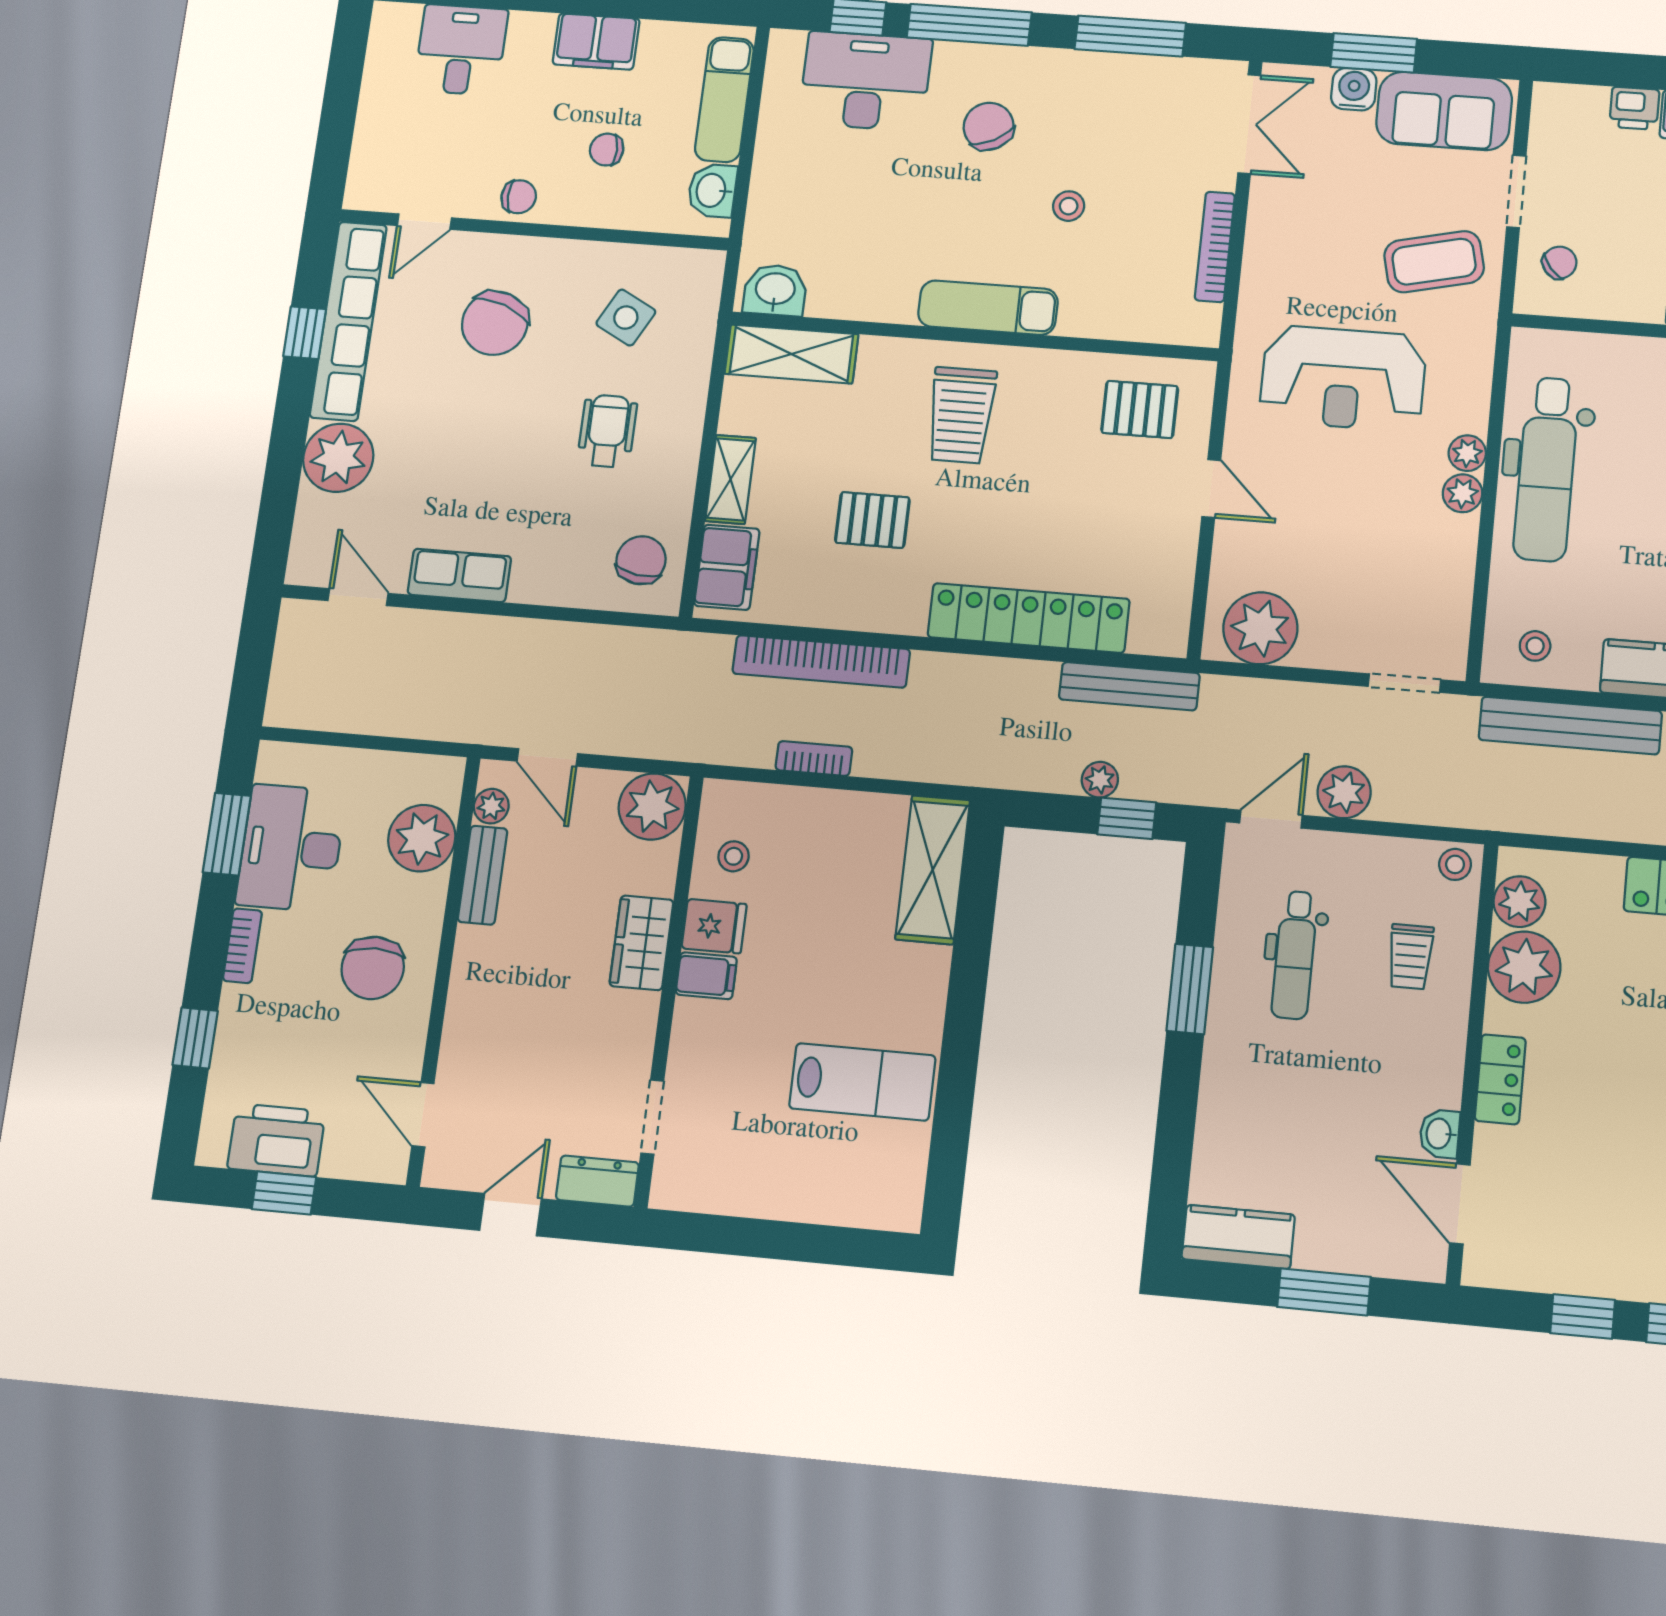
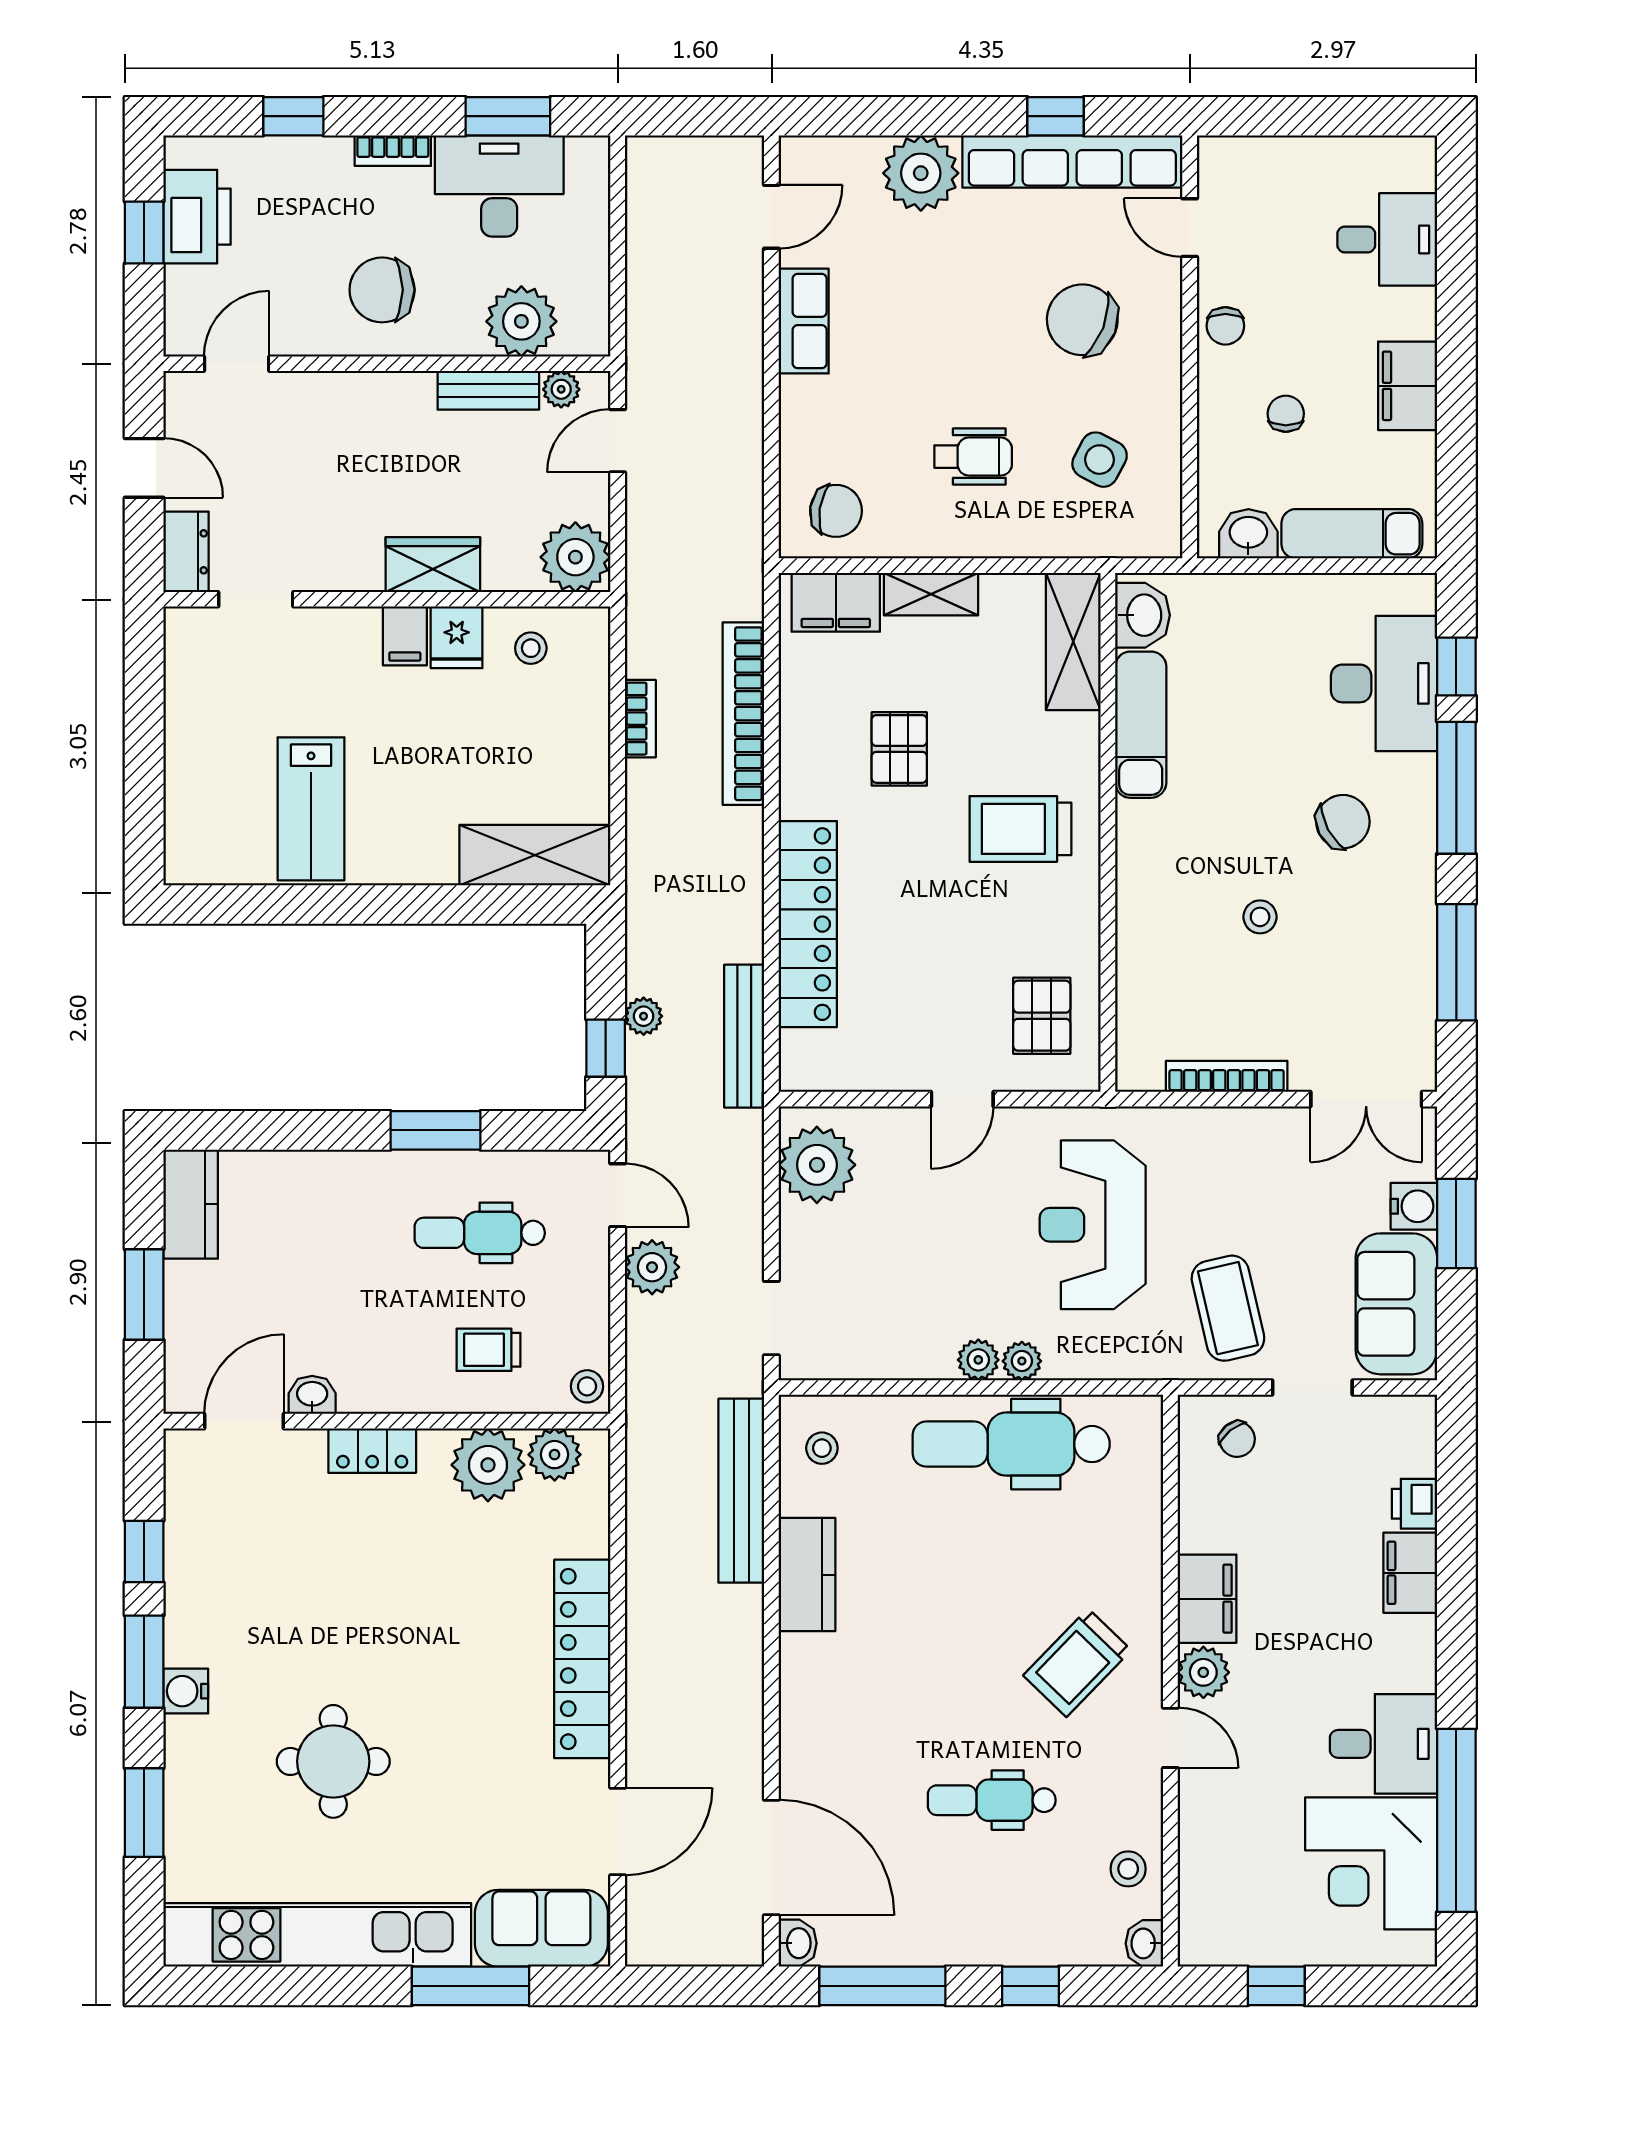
exam couch: (988, 308) -> (1141, 725), moved

